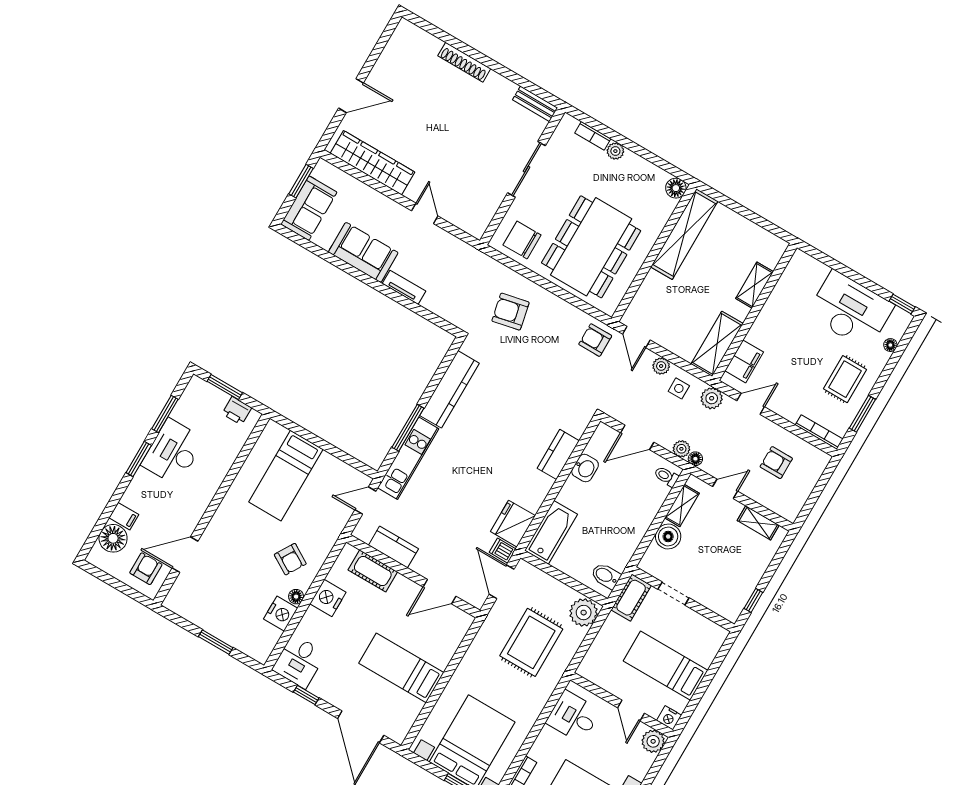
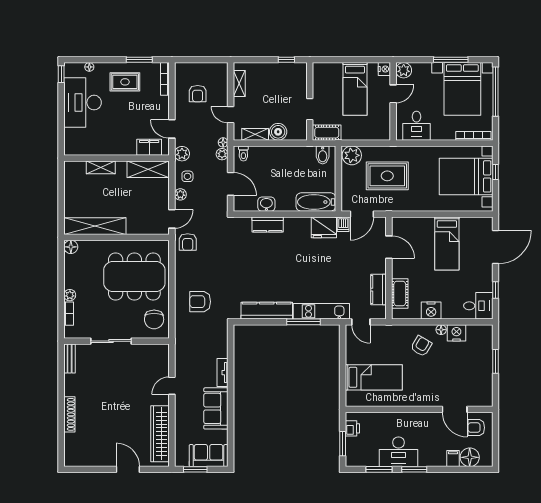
armchair: (510, 312) -> (200, 302), turned 102

